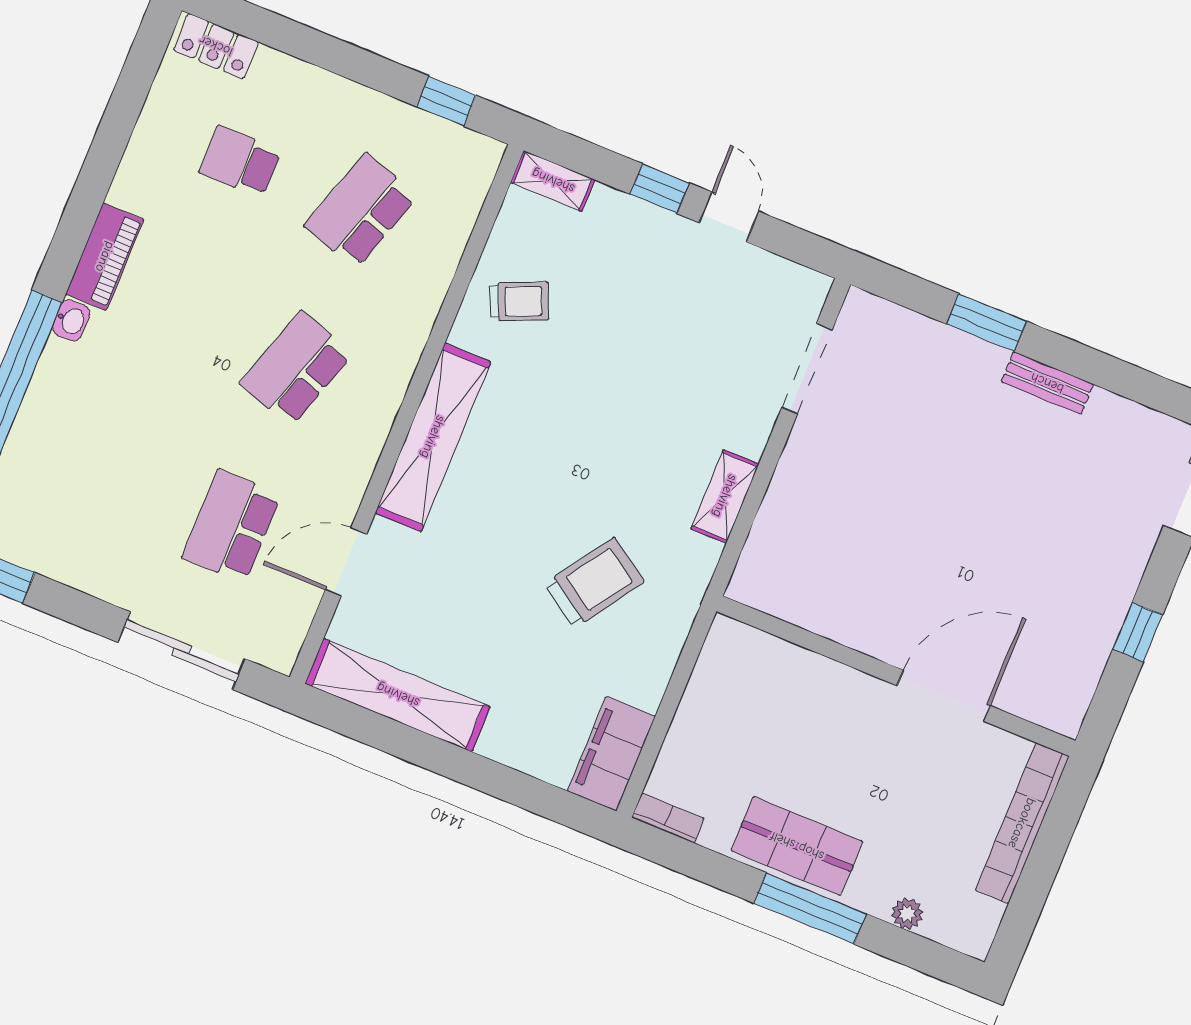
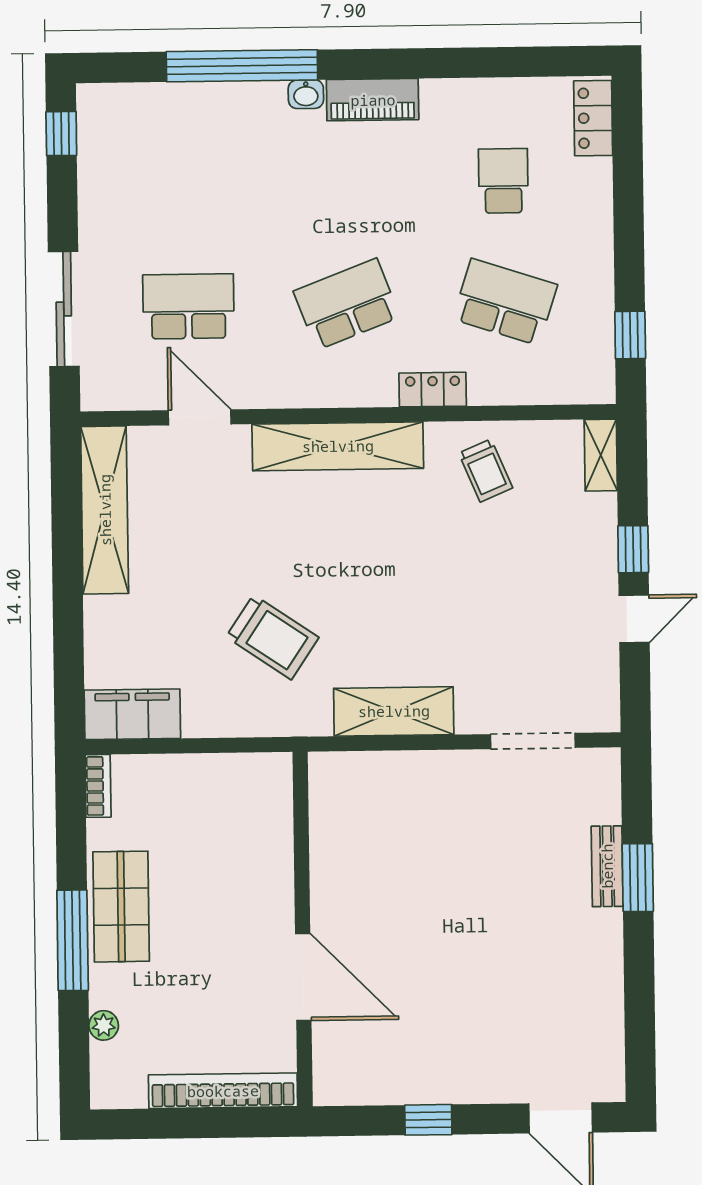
locker: (417, 320) -> (433, 390), added
school desk: (296, 369) -> (347, 304), turned -39
bench: (1047, 383) -> (607, 866), moved
shelving: (725, 496) -> (394, 711), width x1.50, depth x1.33

